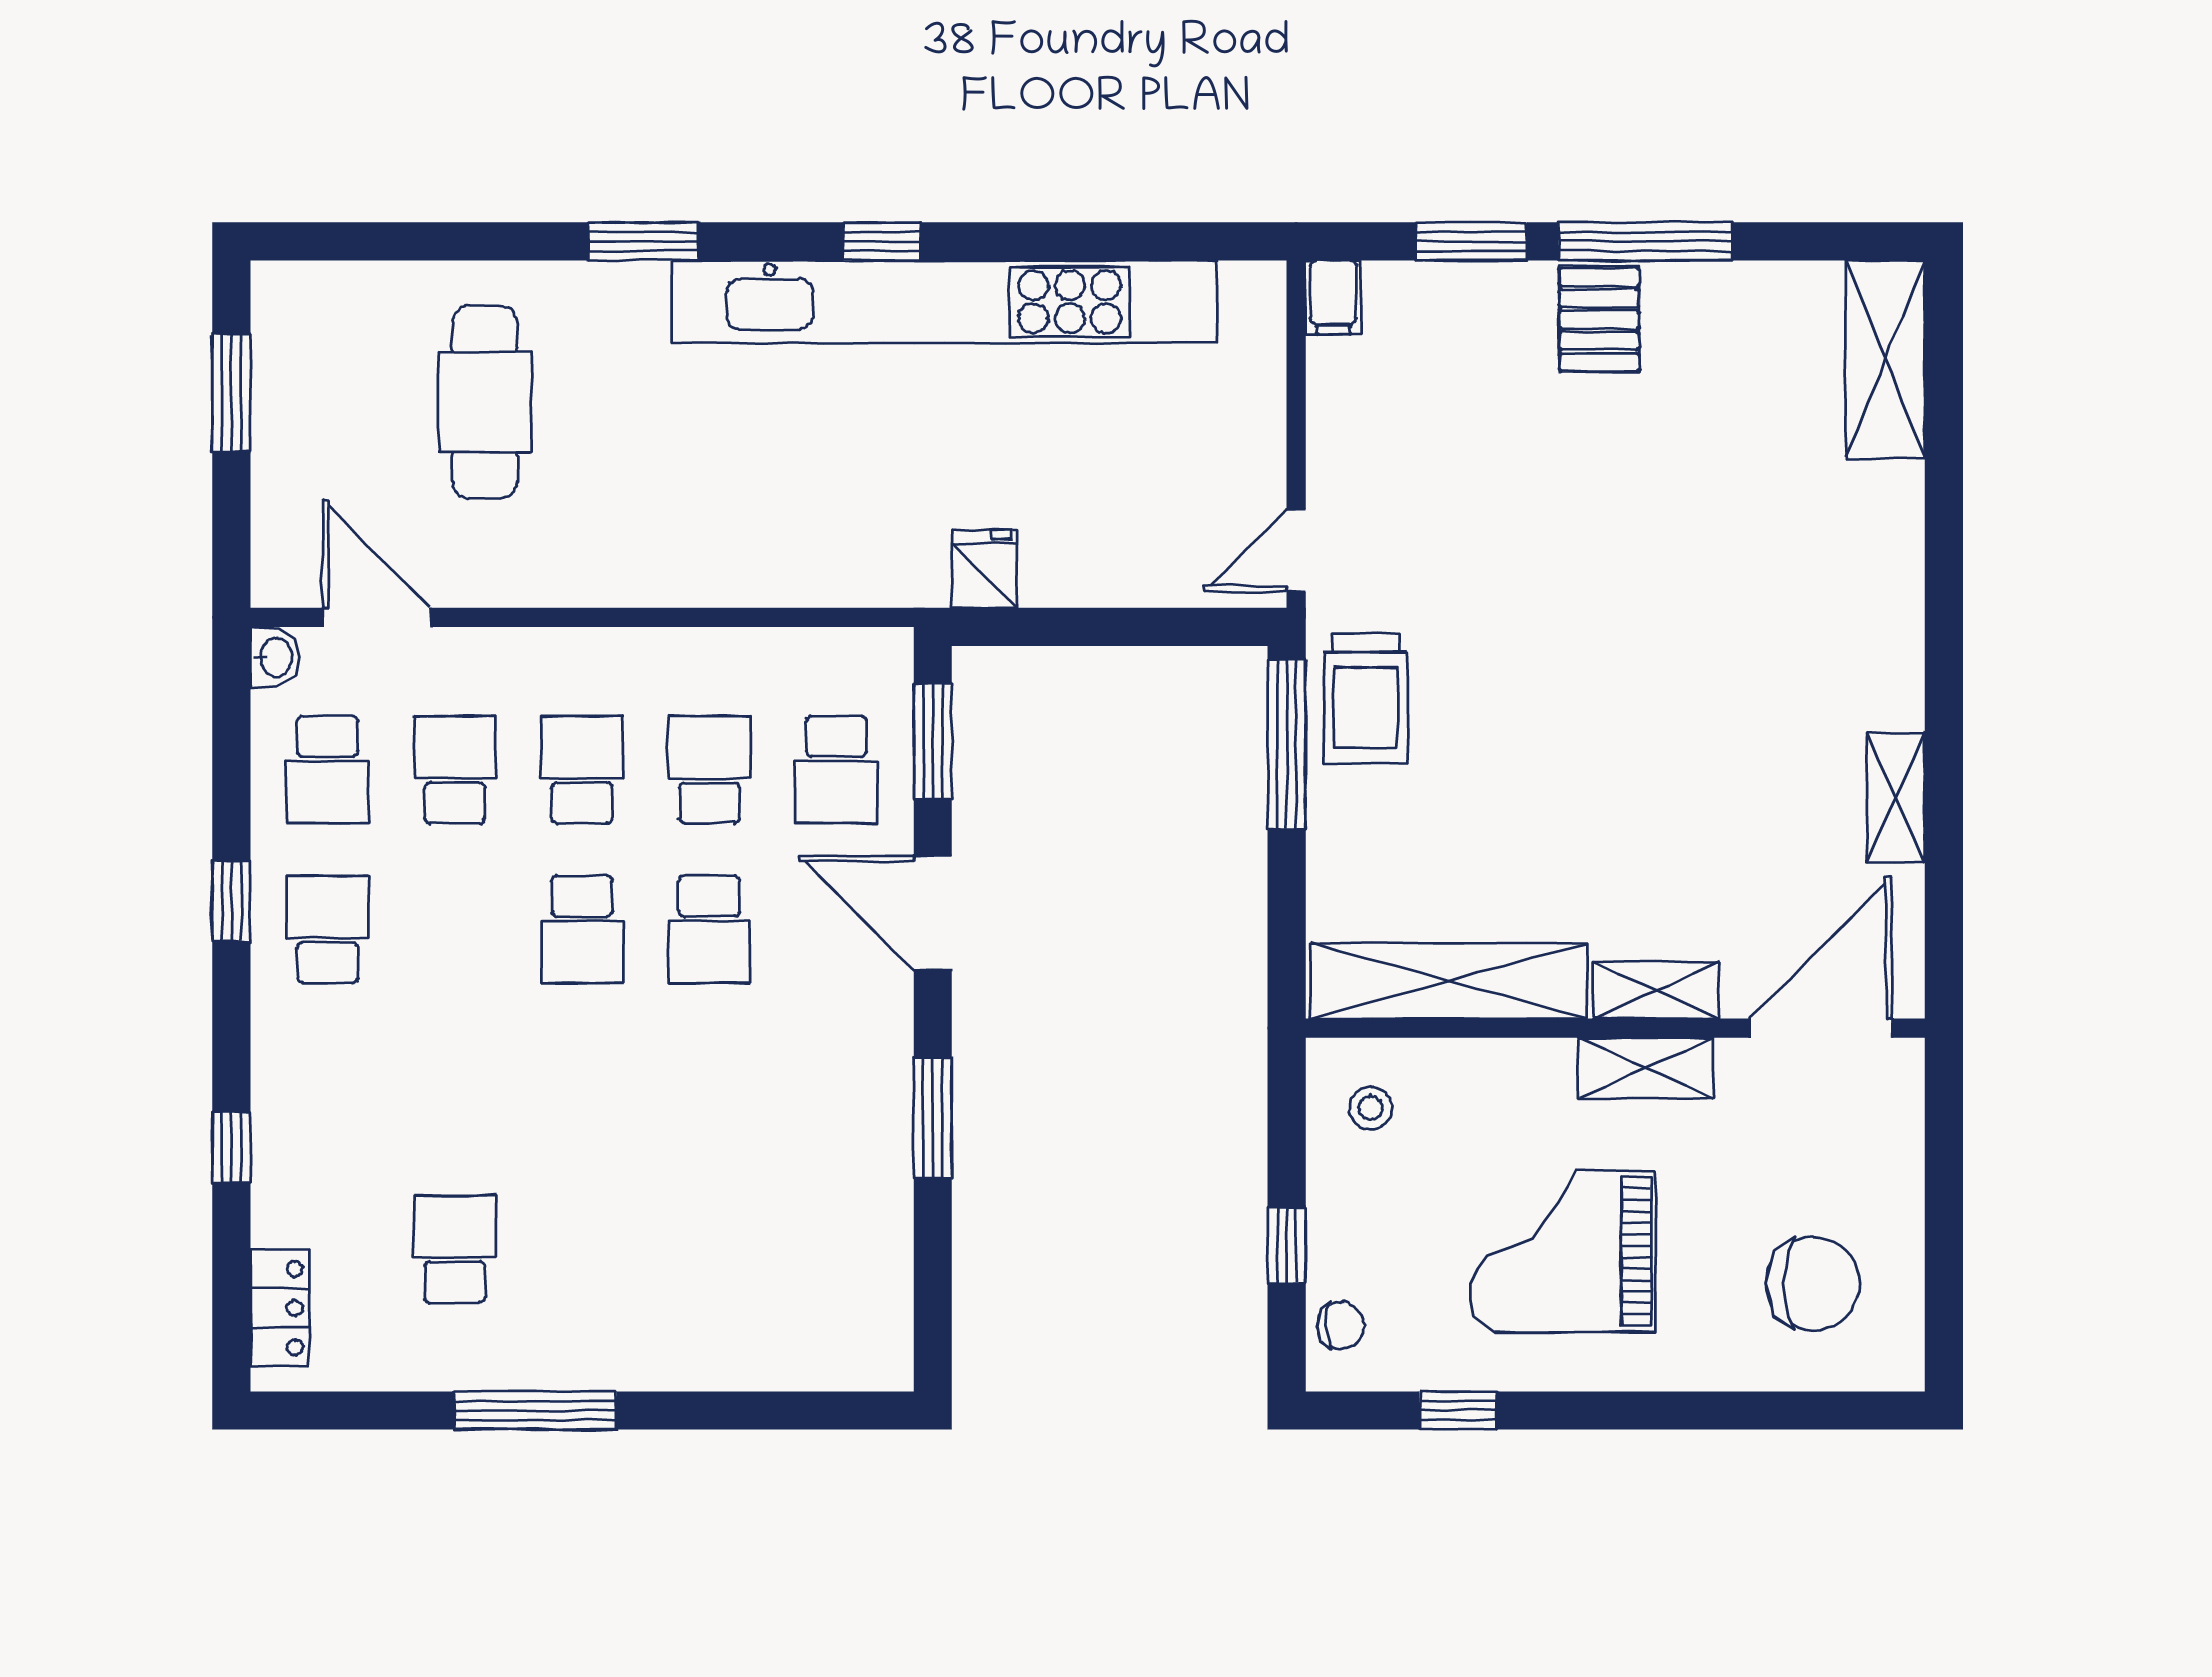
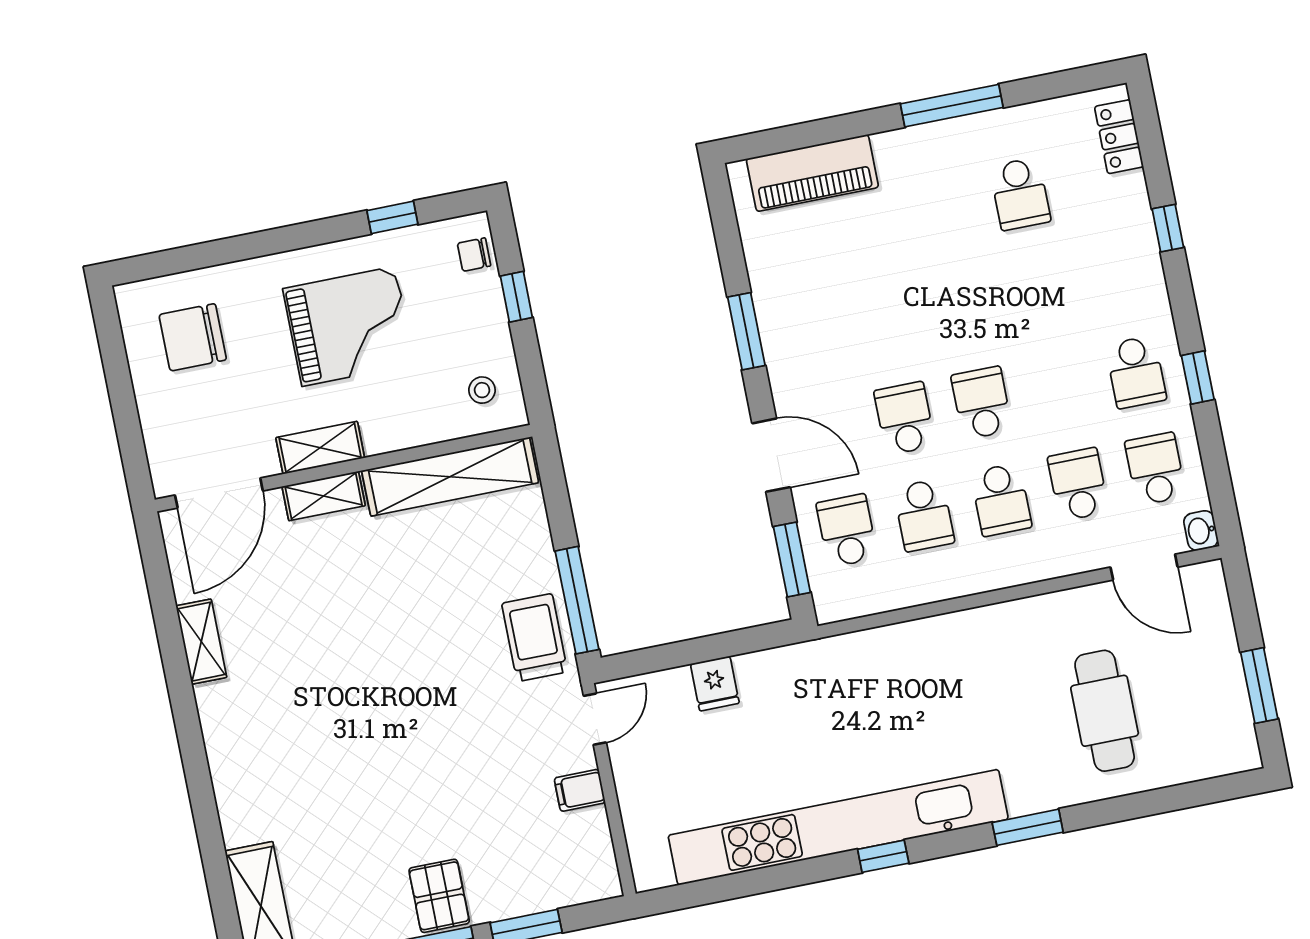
filing cabinet: (1333, 297) -> (580, 790), moved, turned -90
fridge: (984, 569) -> (715, 684), moved
school desk: (455, 770) -> (1078, 484), turned 180
piano: (778, 1348) -> (812, 173), added

